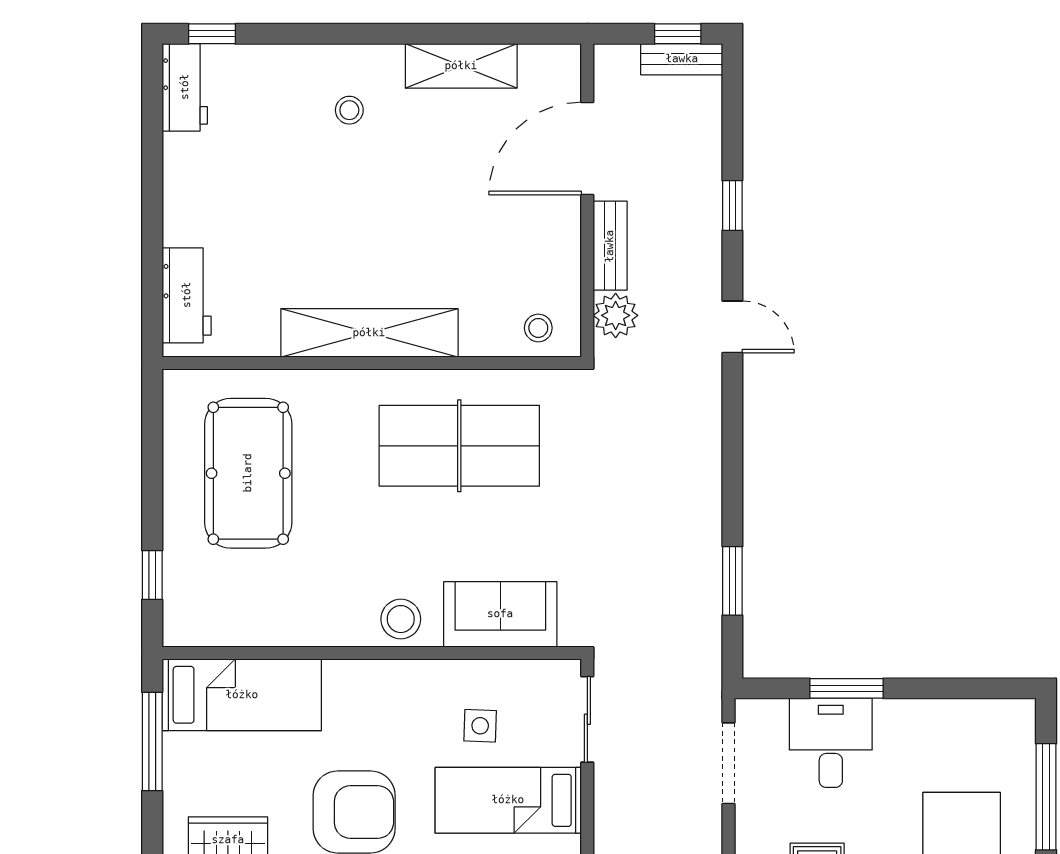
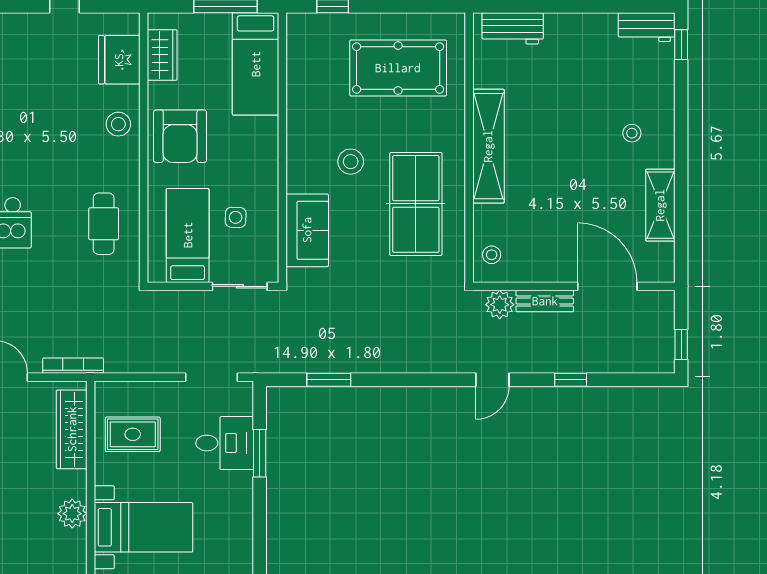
bench: (682, 59) -> (665, 347), removed
stool: (401, 619) -> (351, 162), moved

